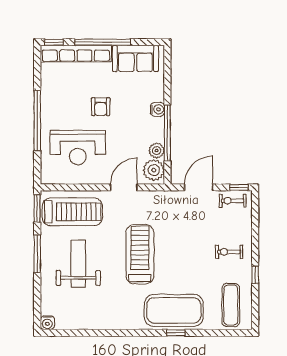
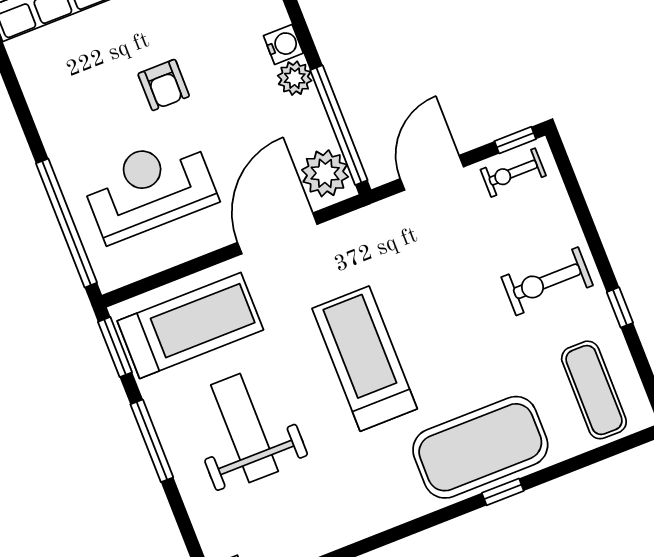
window: (37, 120) -> (66, 223), moved
window: (167, 133) -> (339, 125), moved
reception desk: (78, 148) -> (149, 188), turned 180
plant: (157, 151) -> (295, 78), moved
door: (124, 187) -> (277, 233), width x1.36
exercise bike: (229, 252) -> (547, 281), width x1.38, depth x1.39

